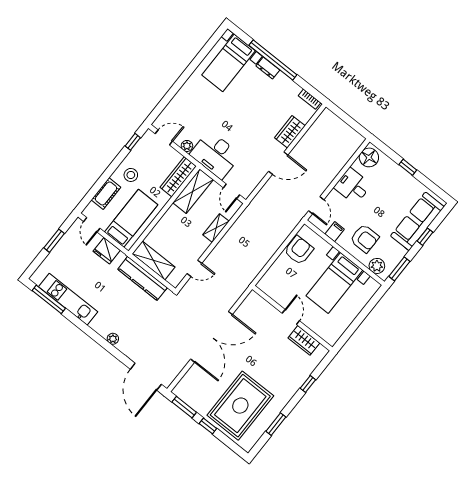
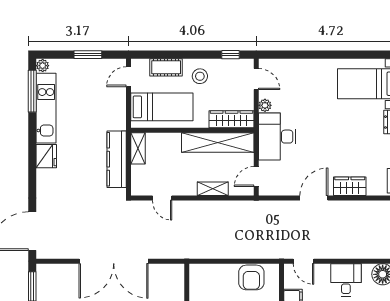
door: (278, 163) -> (314, 198), swing flipped
shelving: (193, 191) -> (218, 142), width x1.47
door: (316, 205) -> (303, 261), hinge flipped
armchair: (299, 250) -> (251, 277), turned 90
fridge: (107, 251) -> (46, 156), moved, turned 180
shelving: (153, 260) -> (138, 148), width x0.67, depth x0.75
plant: (113, 339) -> (43, 66), moved

